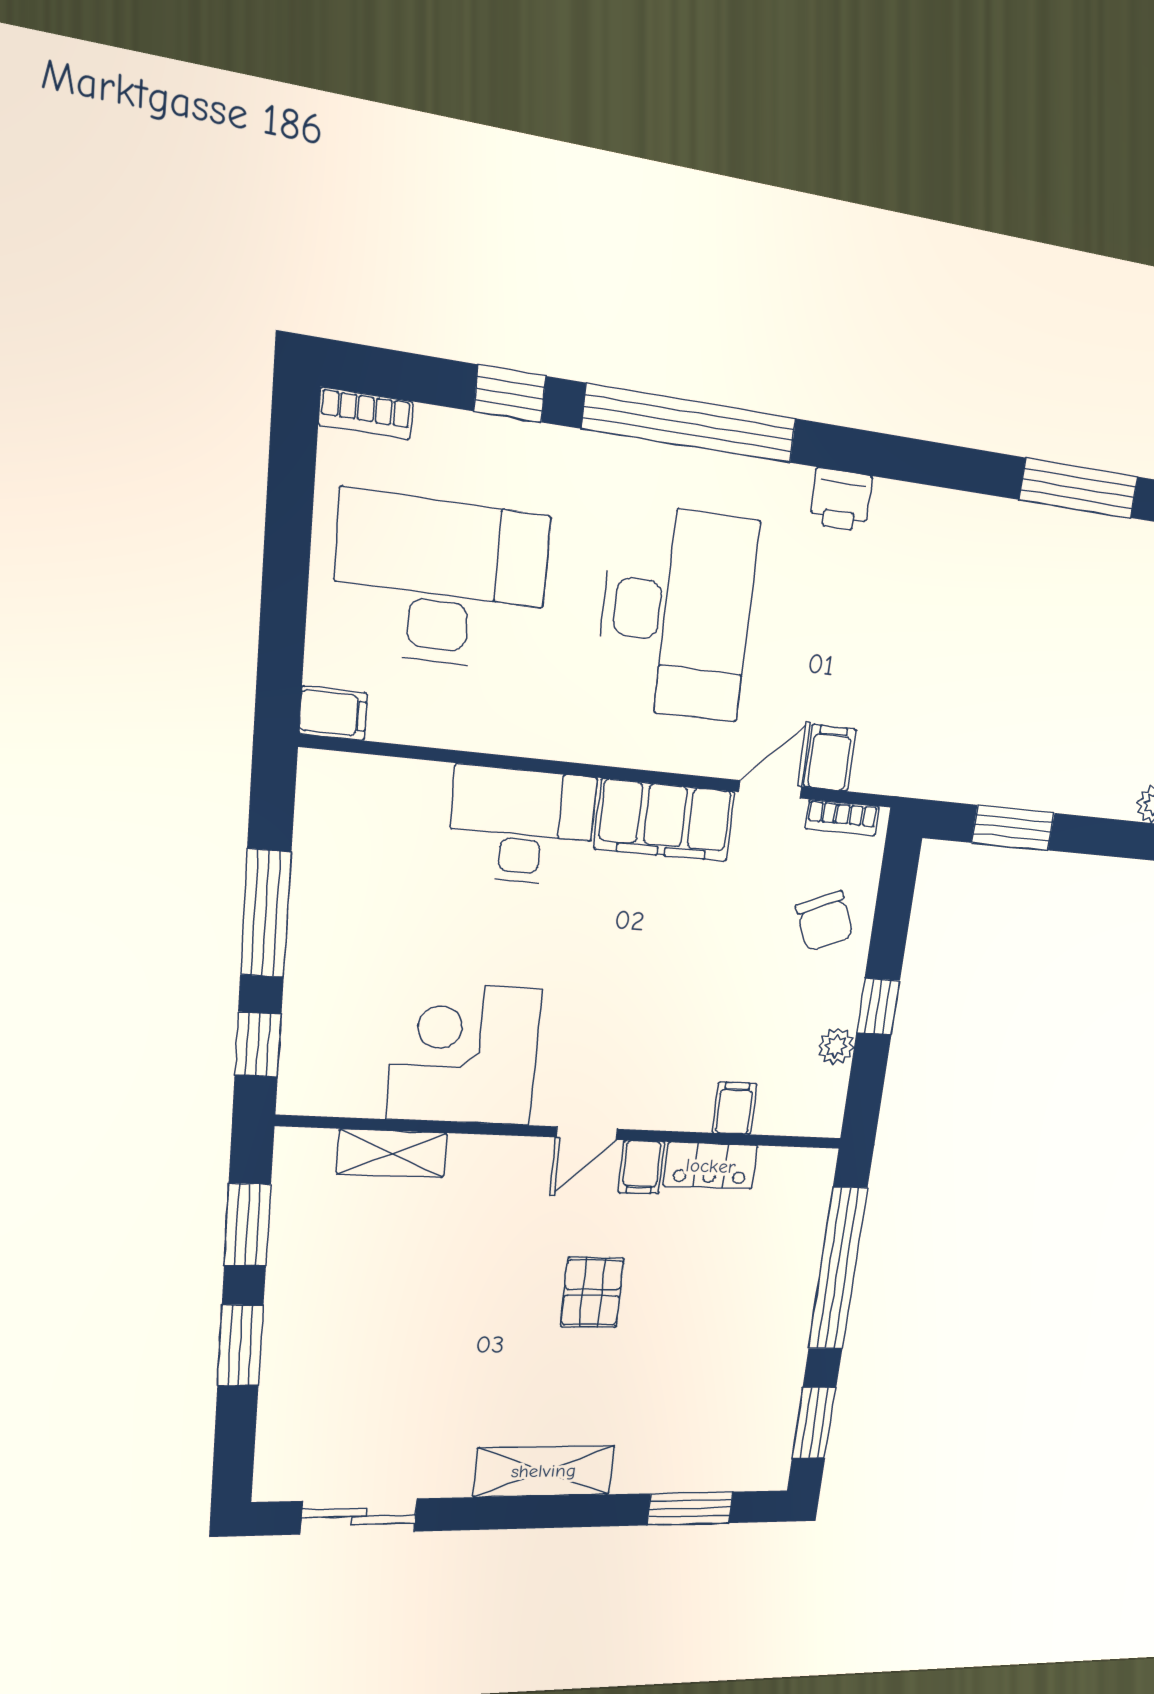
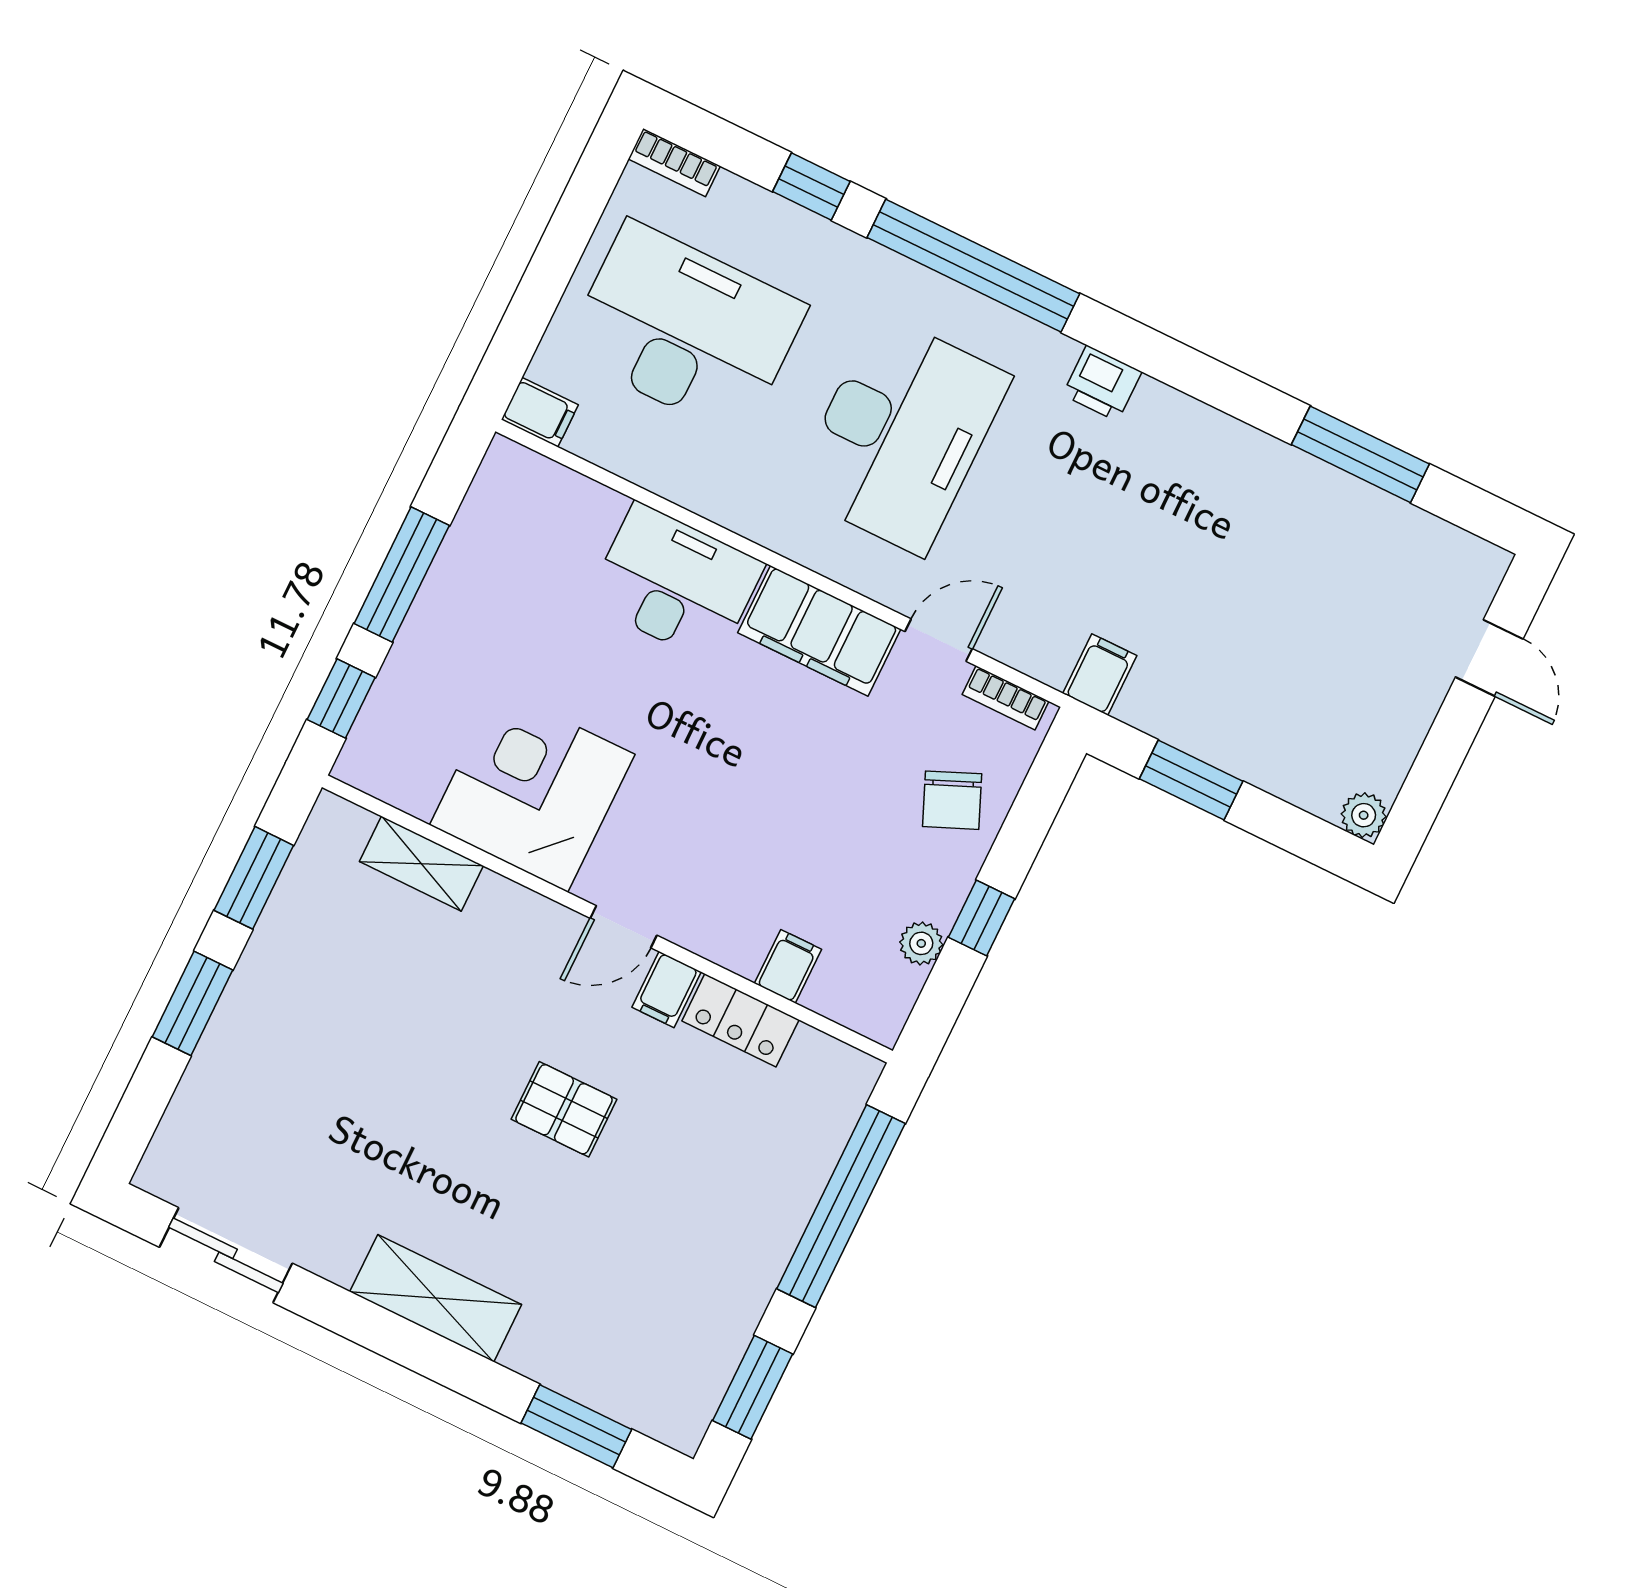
filing cabinet: (830, 758) -> (1100, 674), moved
pallet: (592, 1292) -> (564, 1109), turned 90

